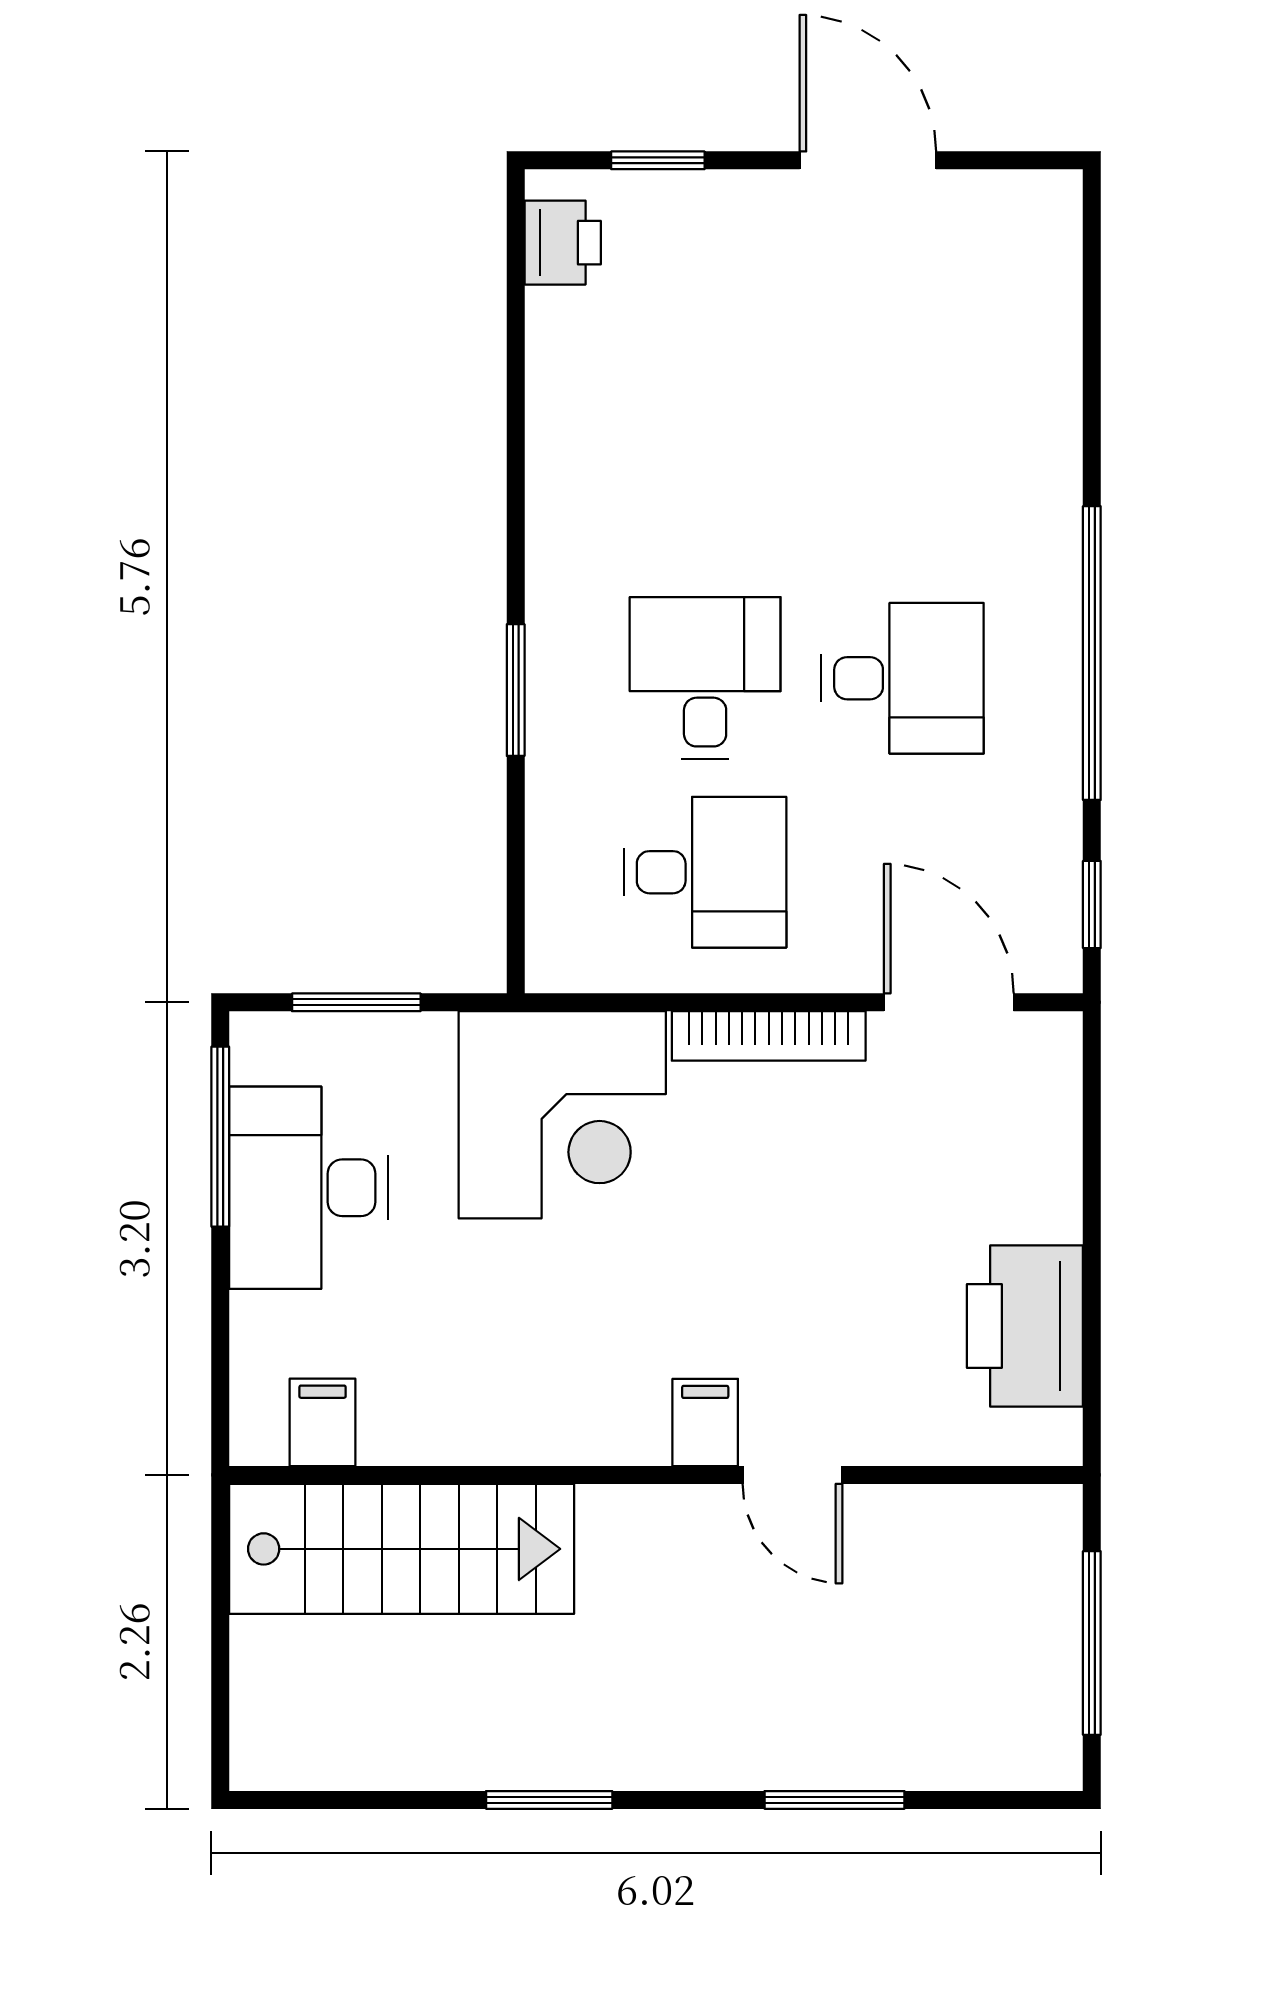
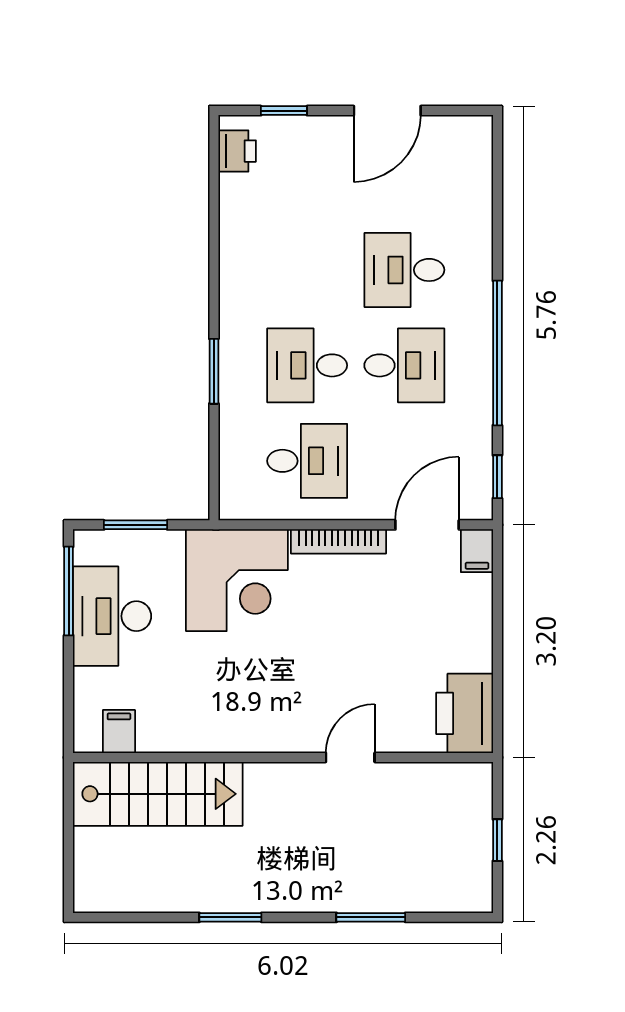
door: (868, 160) -> (387, 111), swing flipped
desk: (902, 484) -> (404, 270), added
desk: (705, 678) -> (307, 365), turned -90
door: (949, 1002) -> (427, 525), hinge flipped
printer: (1025, 1326) -> (465, 713), moved
filing cabinet: (705, 1422) -> (477, 551), moved, turned 180
door: (792, 1475) -> (350, 757), swing flipped
window: (1092, 1643) -> (497, 840), width x0.46

